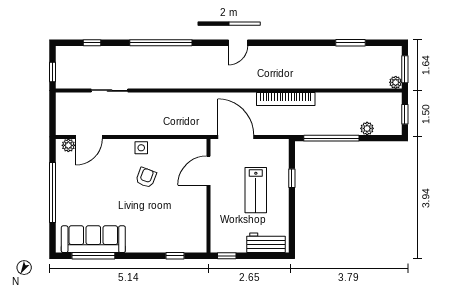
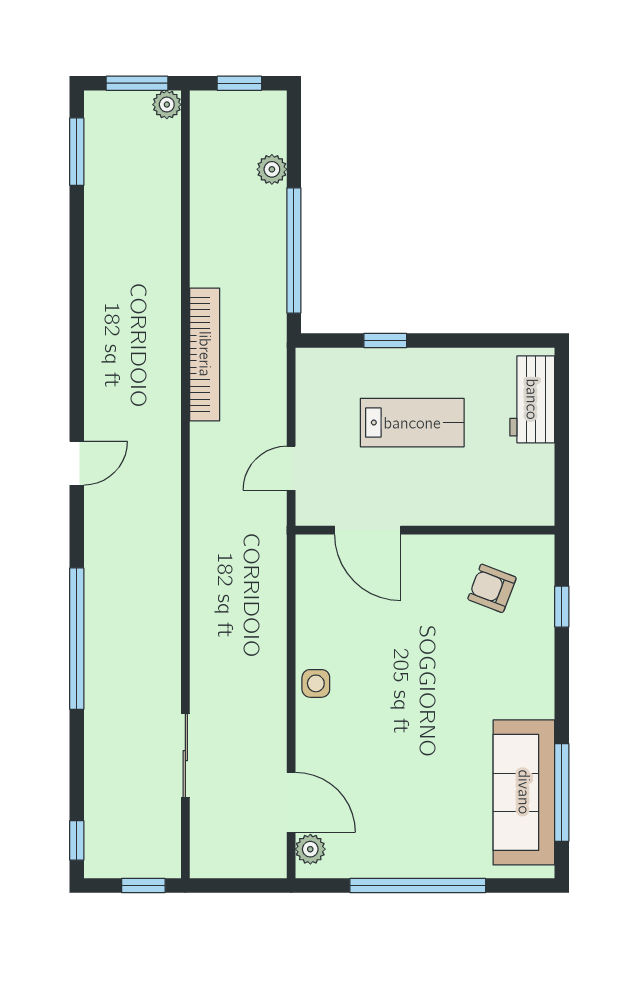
window: (92, 43) -> (77, 840), moved
door: (238, 43) -> (77, 463), hinge flipped
window: (351, 43) -> (77, 152), moved
door: (236, 137) -> (291, 468), width x0.53
armchair: (146, 178) -> (492, 588), moved
window: (227, 256) -> (562, 489), removed

